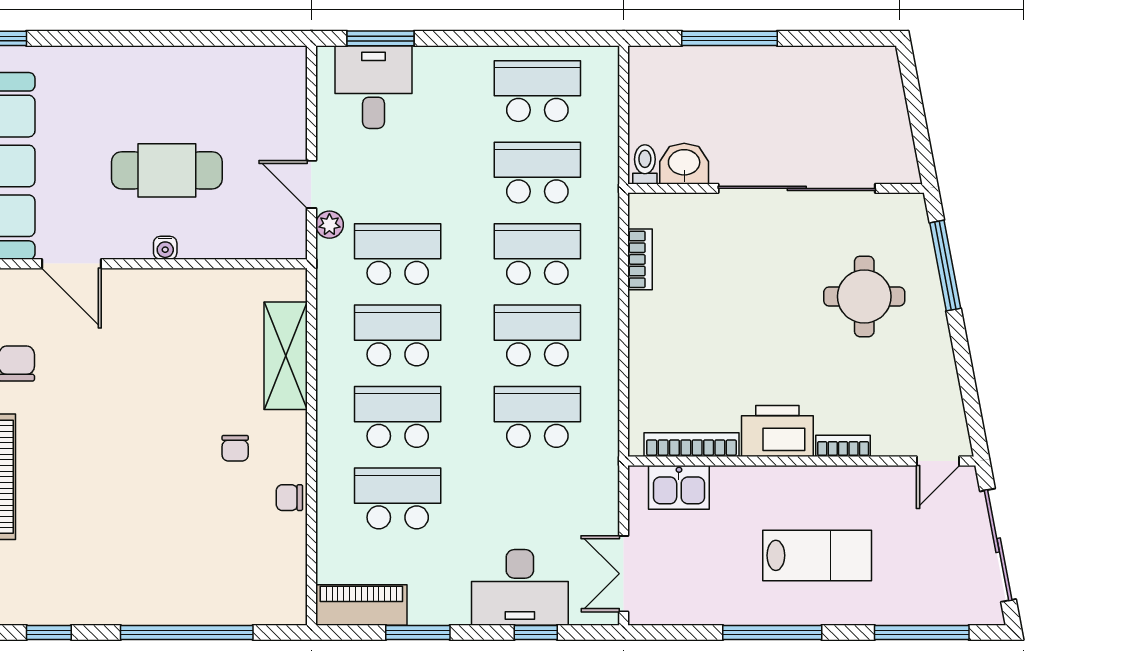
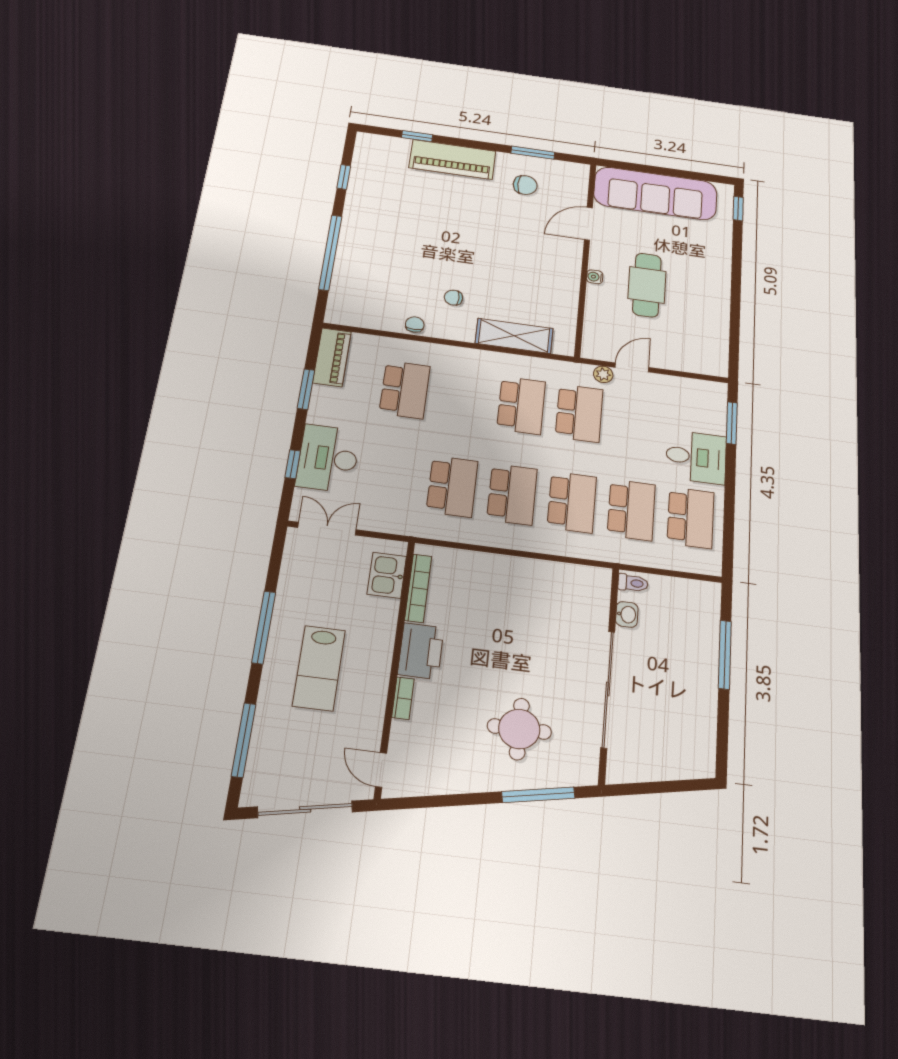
desk: (373, 87) -> (696, 457), moved
washbasin: (684, 164) -> (627, 614), width x0.72, depth x0.69
bookcase: (640, 259) -> (562, 571), removed
school desk: (398, 417) -> (463, 398), removed

